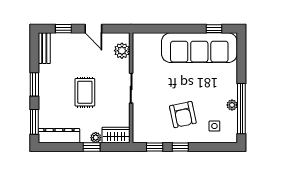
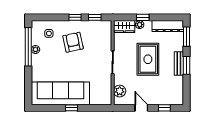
window: (214, 29) -> (71, 108), moved
bench: (44, 48) -> (179, 63), moved
rug: (85, 92) -> (148, 59), width x1.36, depth x1.43

